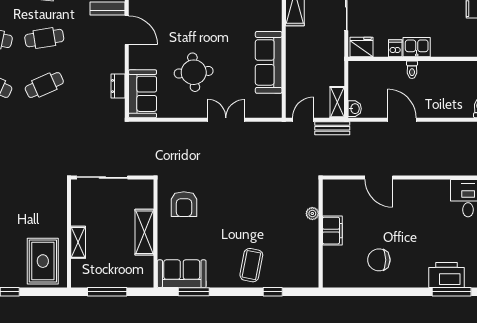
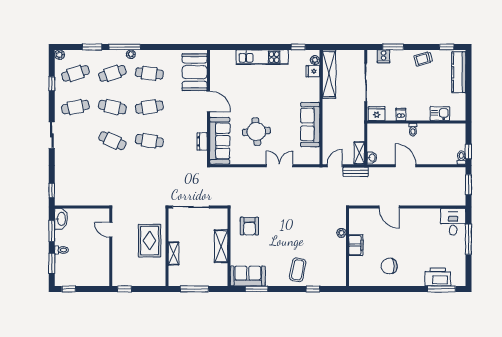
kitchen sink: (417, 47) -> (440, 114), moved
cafe table: (44, 85) -> (149, 141), turned 33
sofa: (143, 94) -> (220, 141), width x1.36
rug: (43, 261) -> (150, 241), moved

